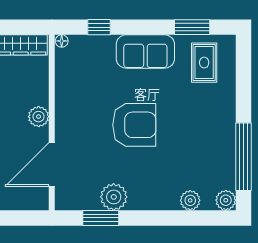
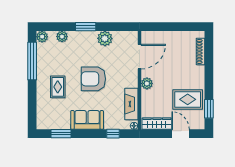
rug: (204, 63) -> (58, 87), moved
fireplace: (66, 80) -> (131, 104), added
window: (101, 218) -> (86, 27), moved

